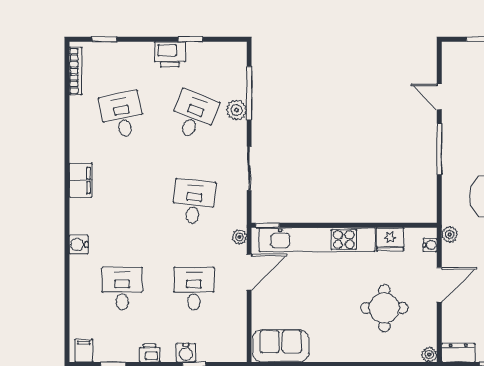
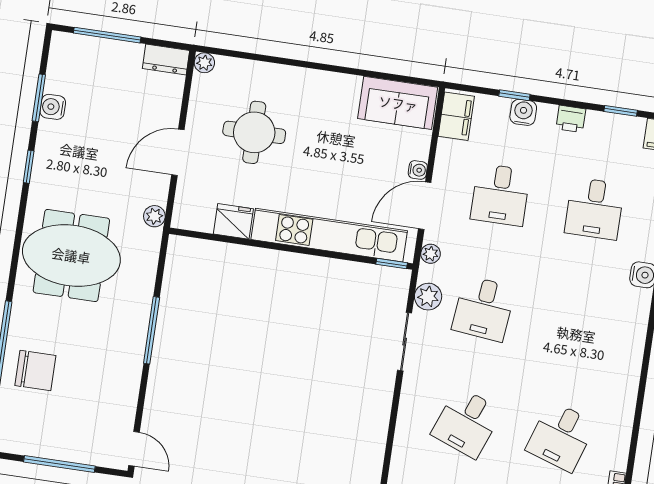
window: (249, 93) -> (390, 440), removed
door: (439, 97) -> (134, 449), moved
plant: (237, 110) -> (428, 297), moved
desk: (122, 115) -> (561, 436), turned 30
filing cabinet: (81, 180) -> (456, 116), moved, turned 180
water cooler: (430, 245) -> (418, 170), moved, turned 180

